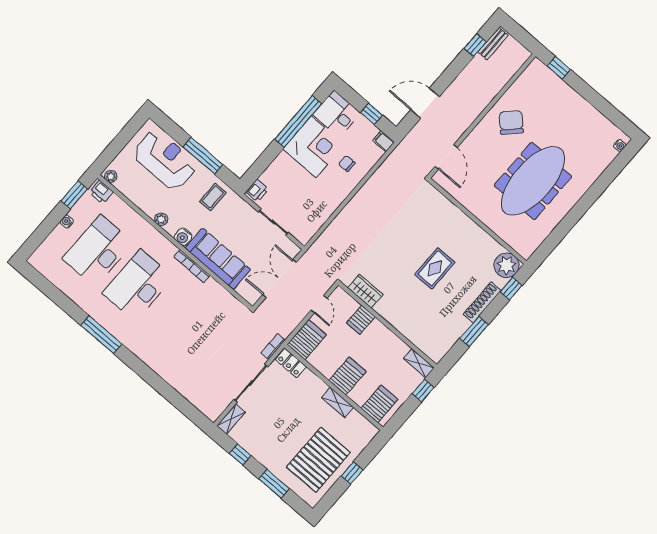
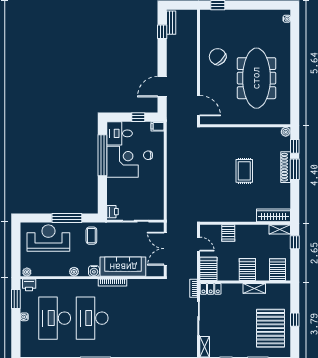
plant: (507, 265) -> (286, 132), width x0.53, depth x0.53
wardrobe: (365, 291) -> (274, 215), moved, width x1.50
window: (474, 331) -> (295, 169), moved

